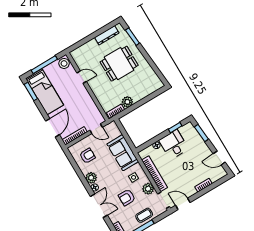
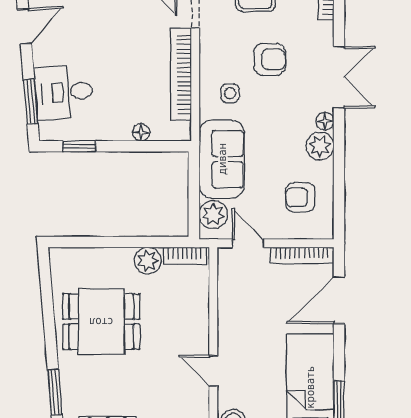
dining table: (119, 64) -> (101, 322), moved
desk: (174, 145) -> (64, 92), moved, turned 85
door: (219, 158) -> (24, 26), hinge flipped
plant: (148, 189) -> (213, 215), moved
double door: (99, 206) -> (339, 77), swing flipped

